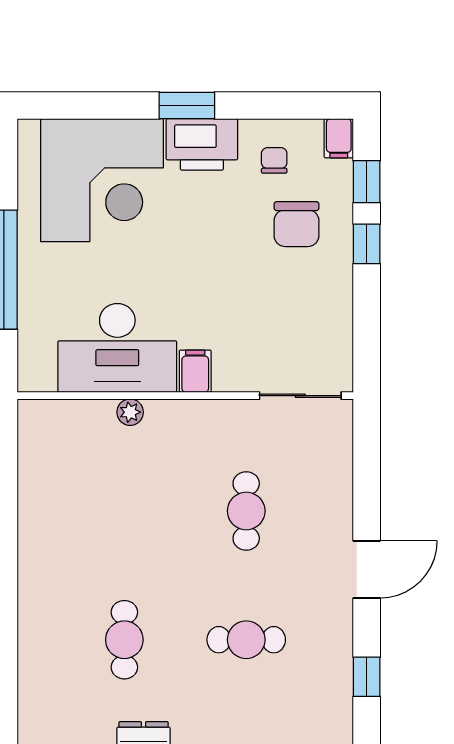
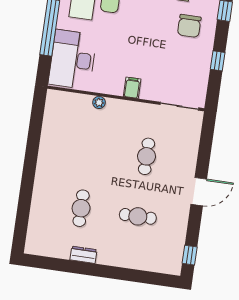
window: (367, 244) -> (218, 61), moved
desk: (117, 348) -> (73, 60), moved, turned 90
window: (367, 677) -> (190, 255), moved

